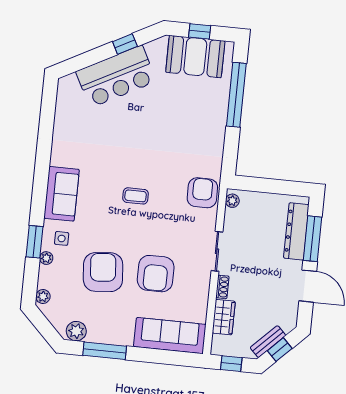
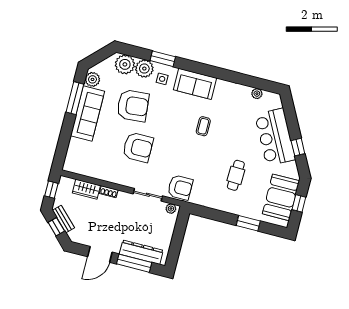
window: (236, 95) -> (248, 223), width x0.47
plant: (62, 109) -> (257, 94), added
cafe table: (175, 121) -> (236, 175), added
coffee table: (136, 196) -> (203, 126), moved
sliding door: (217, 251) -> (148, 195), moved
plant: (46, 258) -> (144, 69), width x1.88, depth x1.88
armchair: (156, 274) -> (138, 147), moved, turned 180
plant: (43, 297) -> (125, 64), width x1.88, depth x1.88
sofa: (170, 336) -> (88, 114), moved

